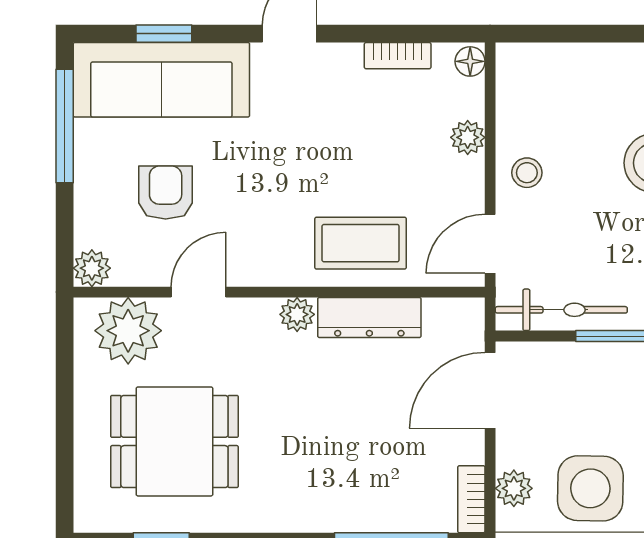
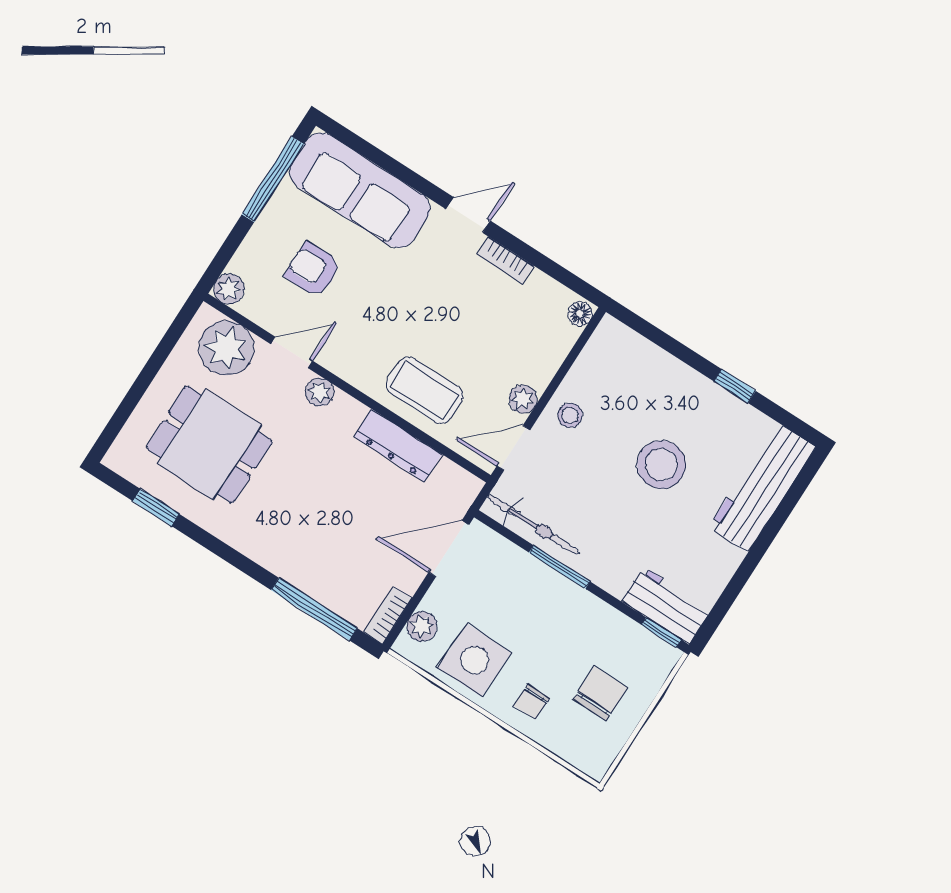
window: (164, 34) -> (382, 160), removed
bookcase: (398, 56) -> (505, 260), moved
plant: (468, 137) -> (523, 399), moved
armchair: (166, 193) -> (313, 270), turned -90
plant: (297, 314) -> (320, 392), moved

